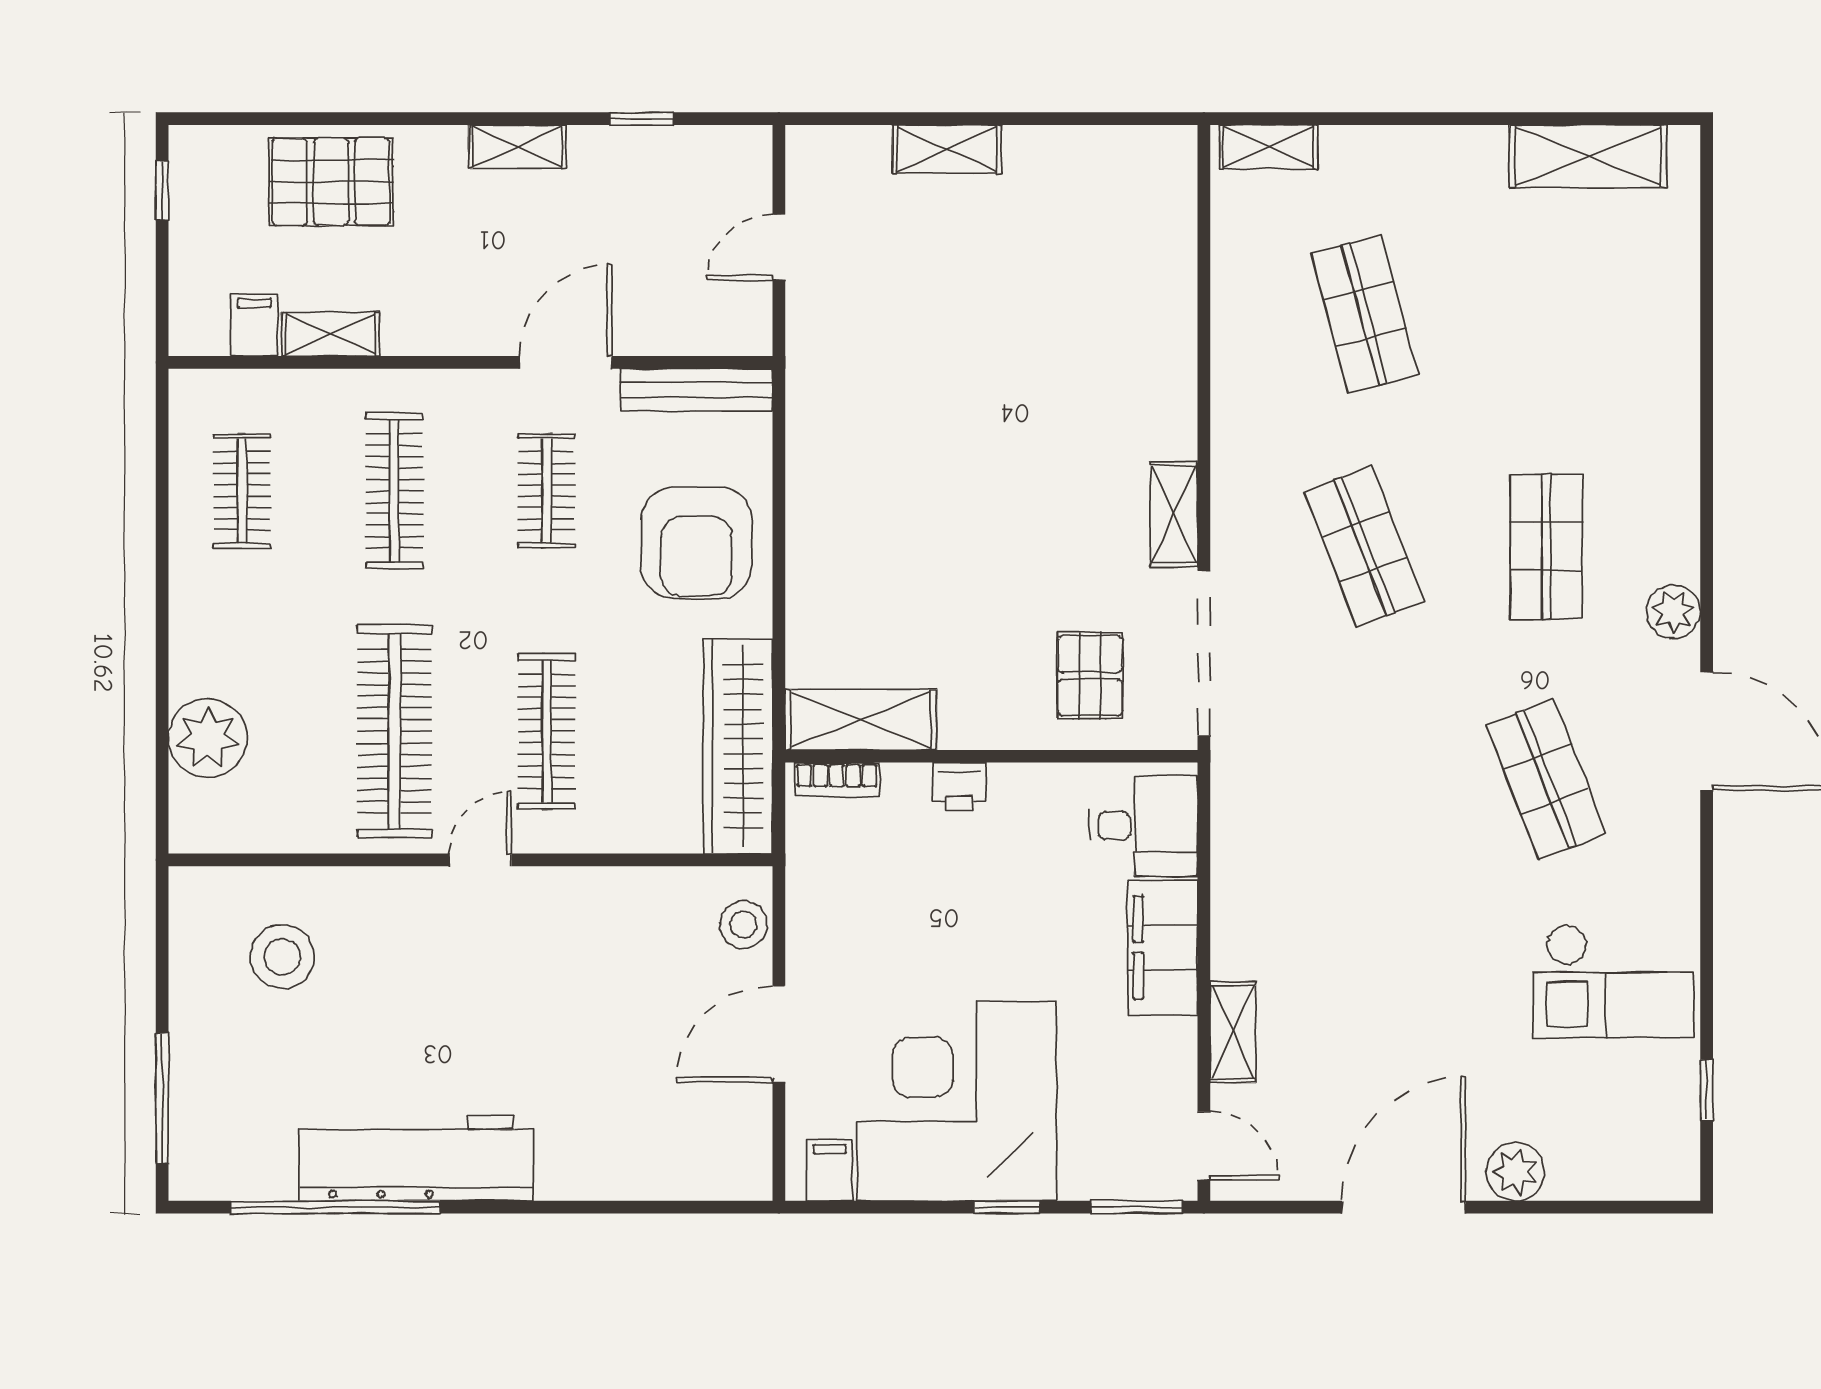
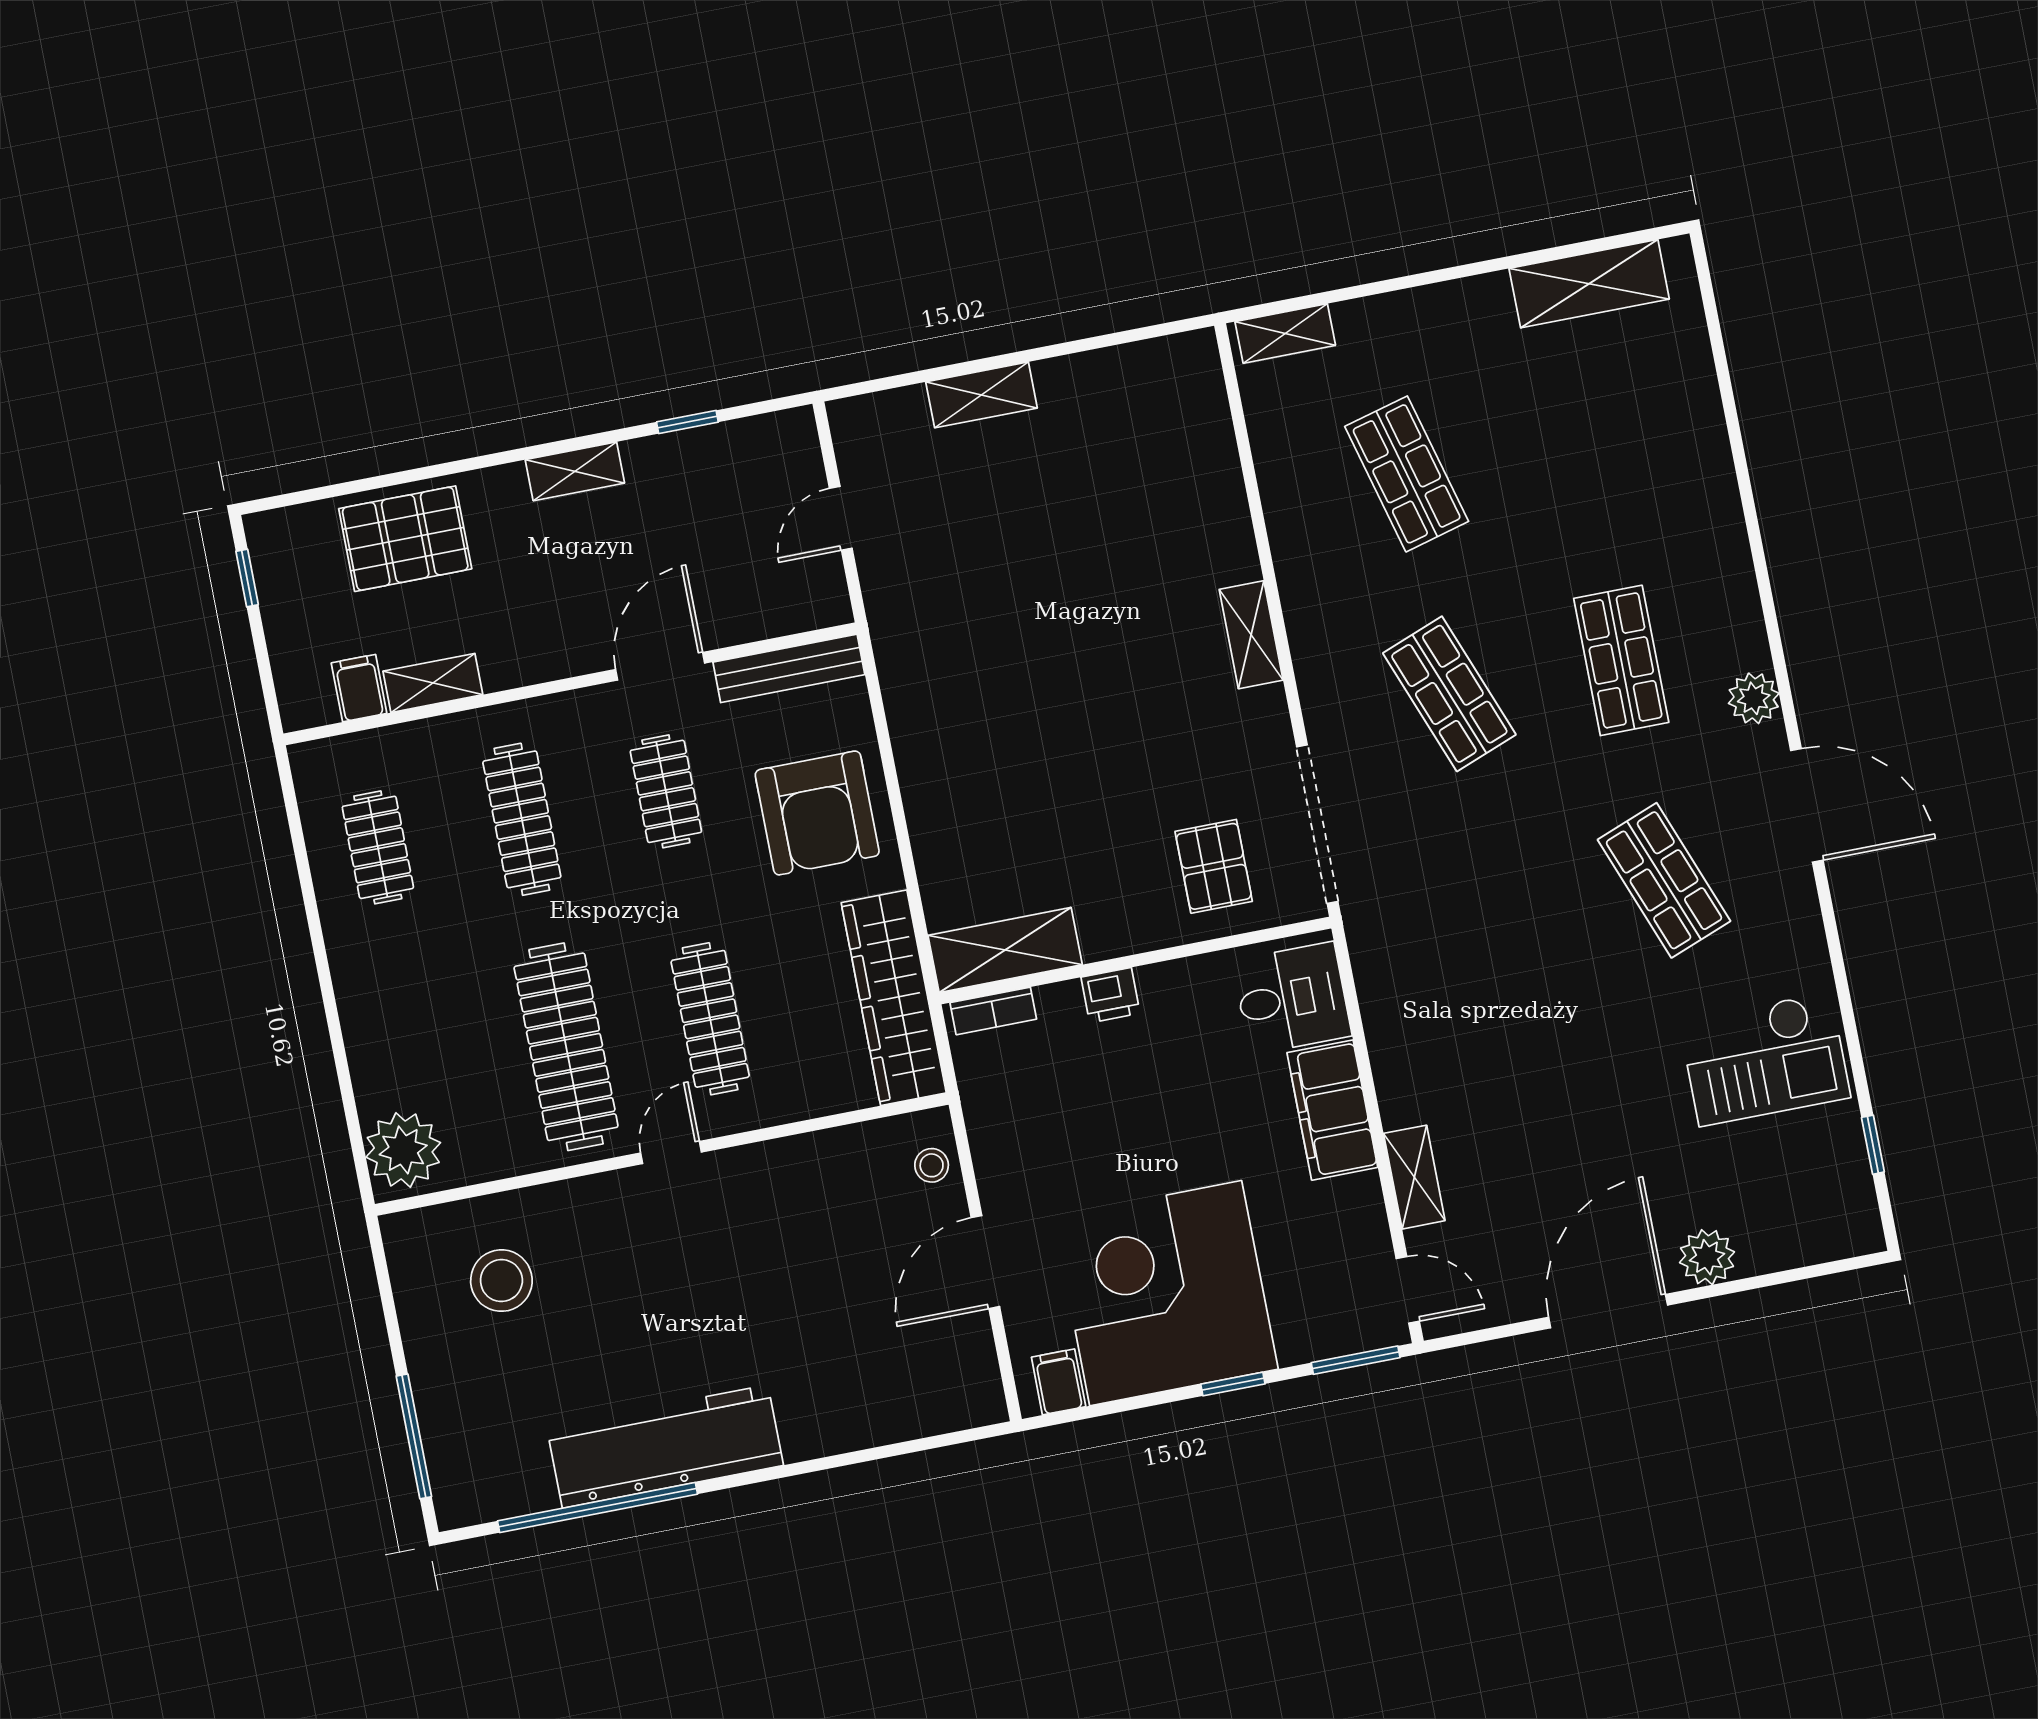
shelving: (1174, 514) -> (1251, 635), moved
plant: (208, 738) -> (403, 1150), moved
stool: (743, 925) -> (932, 1165), width x0.73, depth x0.73

